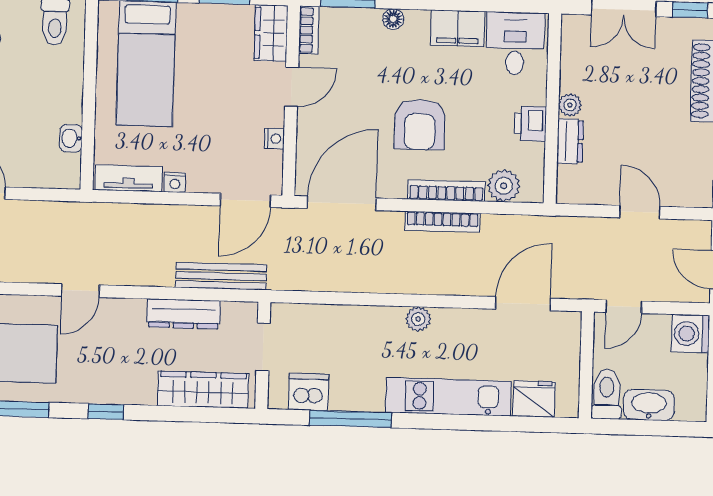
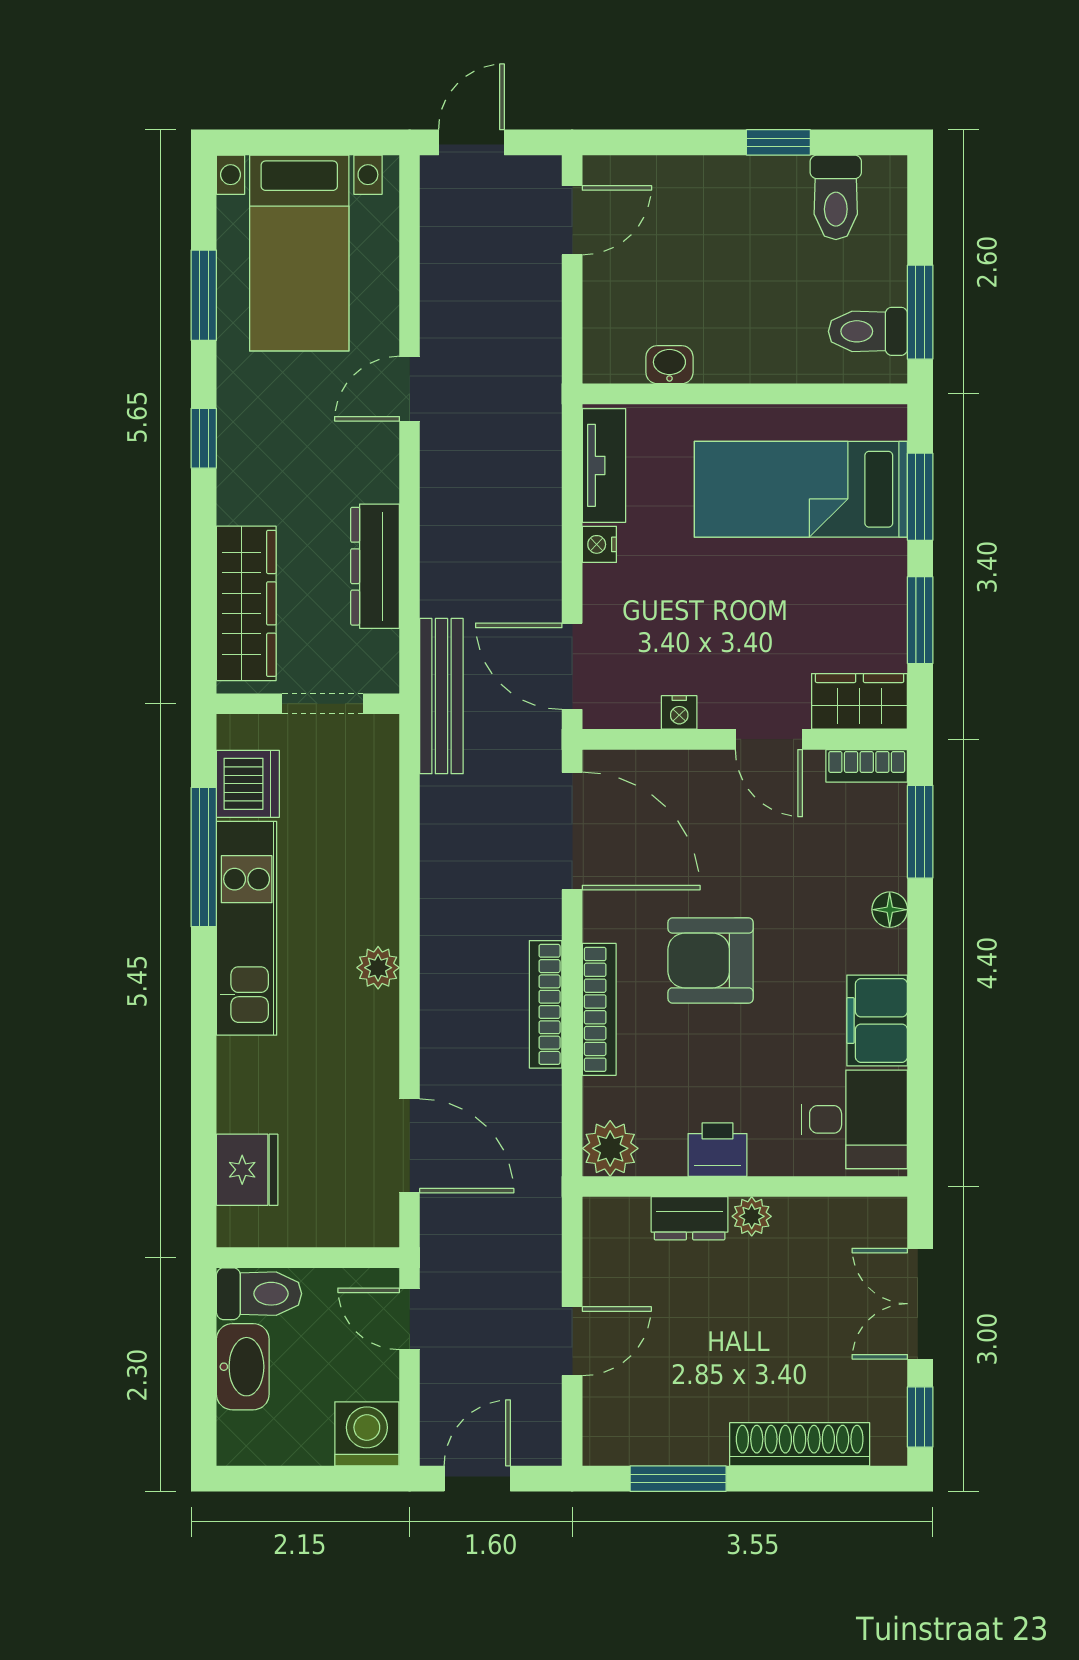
plant: (504, 186) -> (610, 1148), moved
bench: (221, 276) -> (441, 696), moved
door: (80, 291) -> (410, 389), hinge flipped
kitchen unit: (448, 397) -> (247, 928), moved

